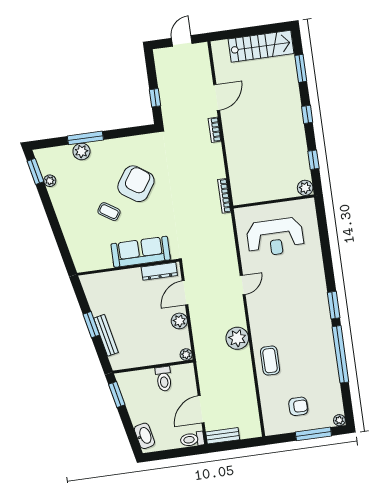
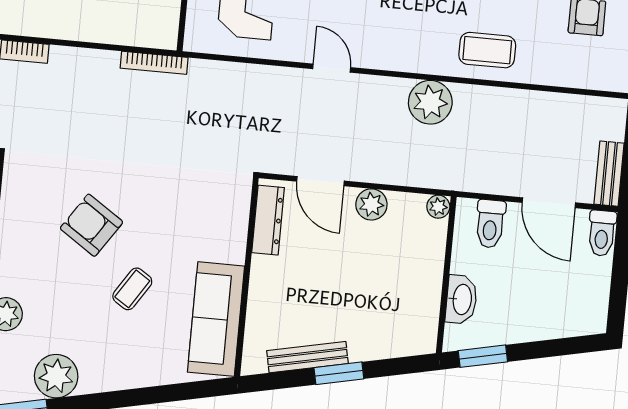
plant: (50, 181) -> (56, 376), width x1.88, depth x1.88
armchair: (136, 184) -> (92, 225), width x0.73, depth x0.73
sofa: (141, 252) -> (216, 319), moved
bench: (106, 335) -> (307, 357), moved
toilet: (164, 379) -> (490, 224), moved, turned 90
washbasin: (144, 436) -> (461, 299), moved, turned 102

